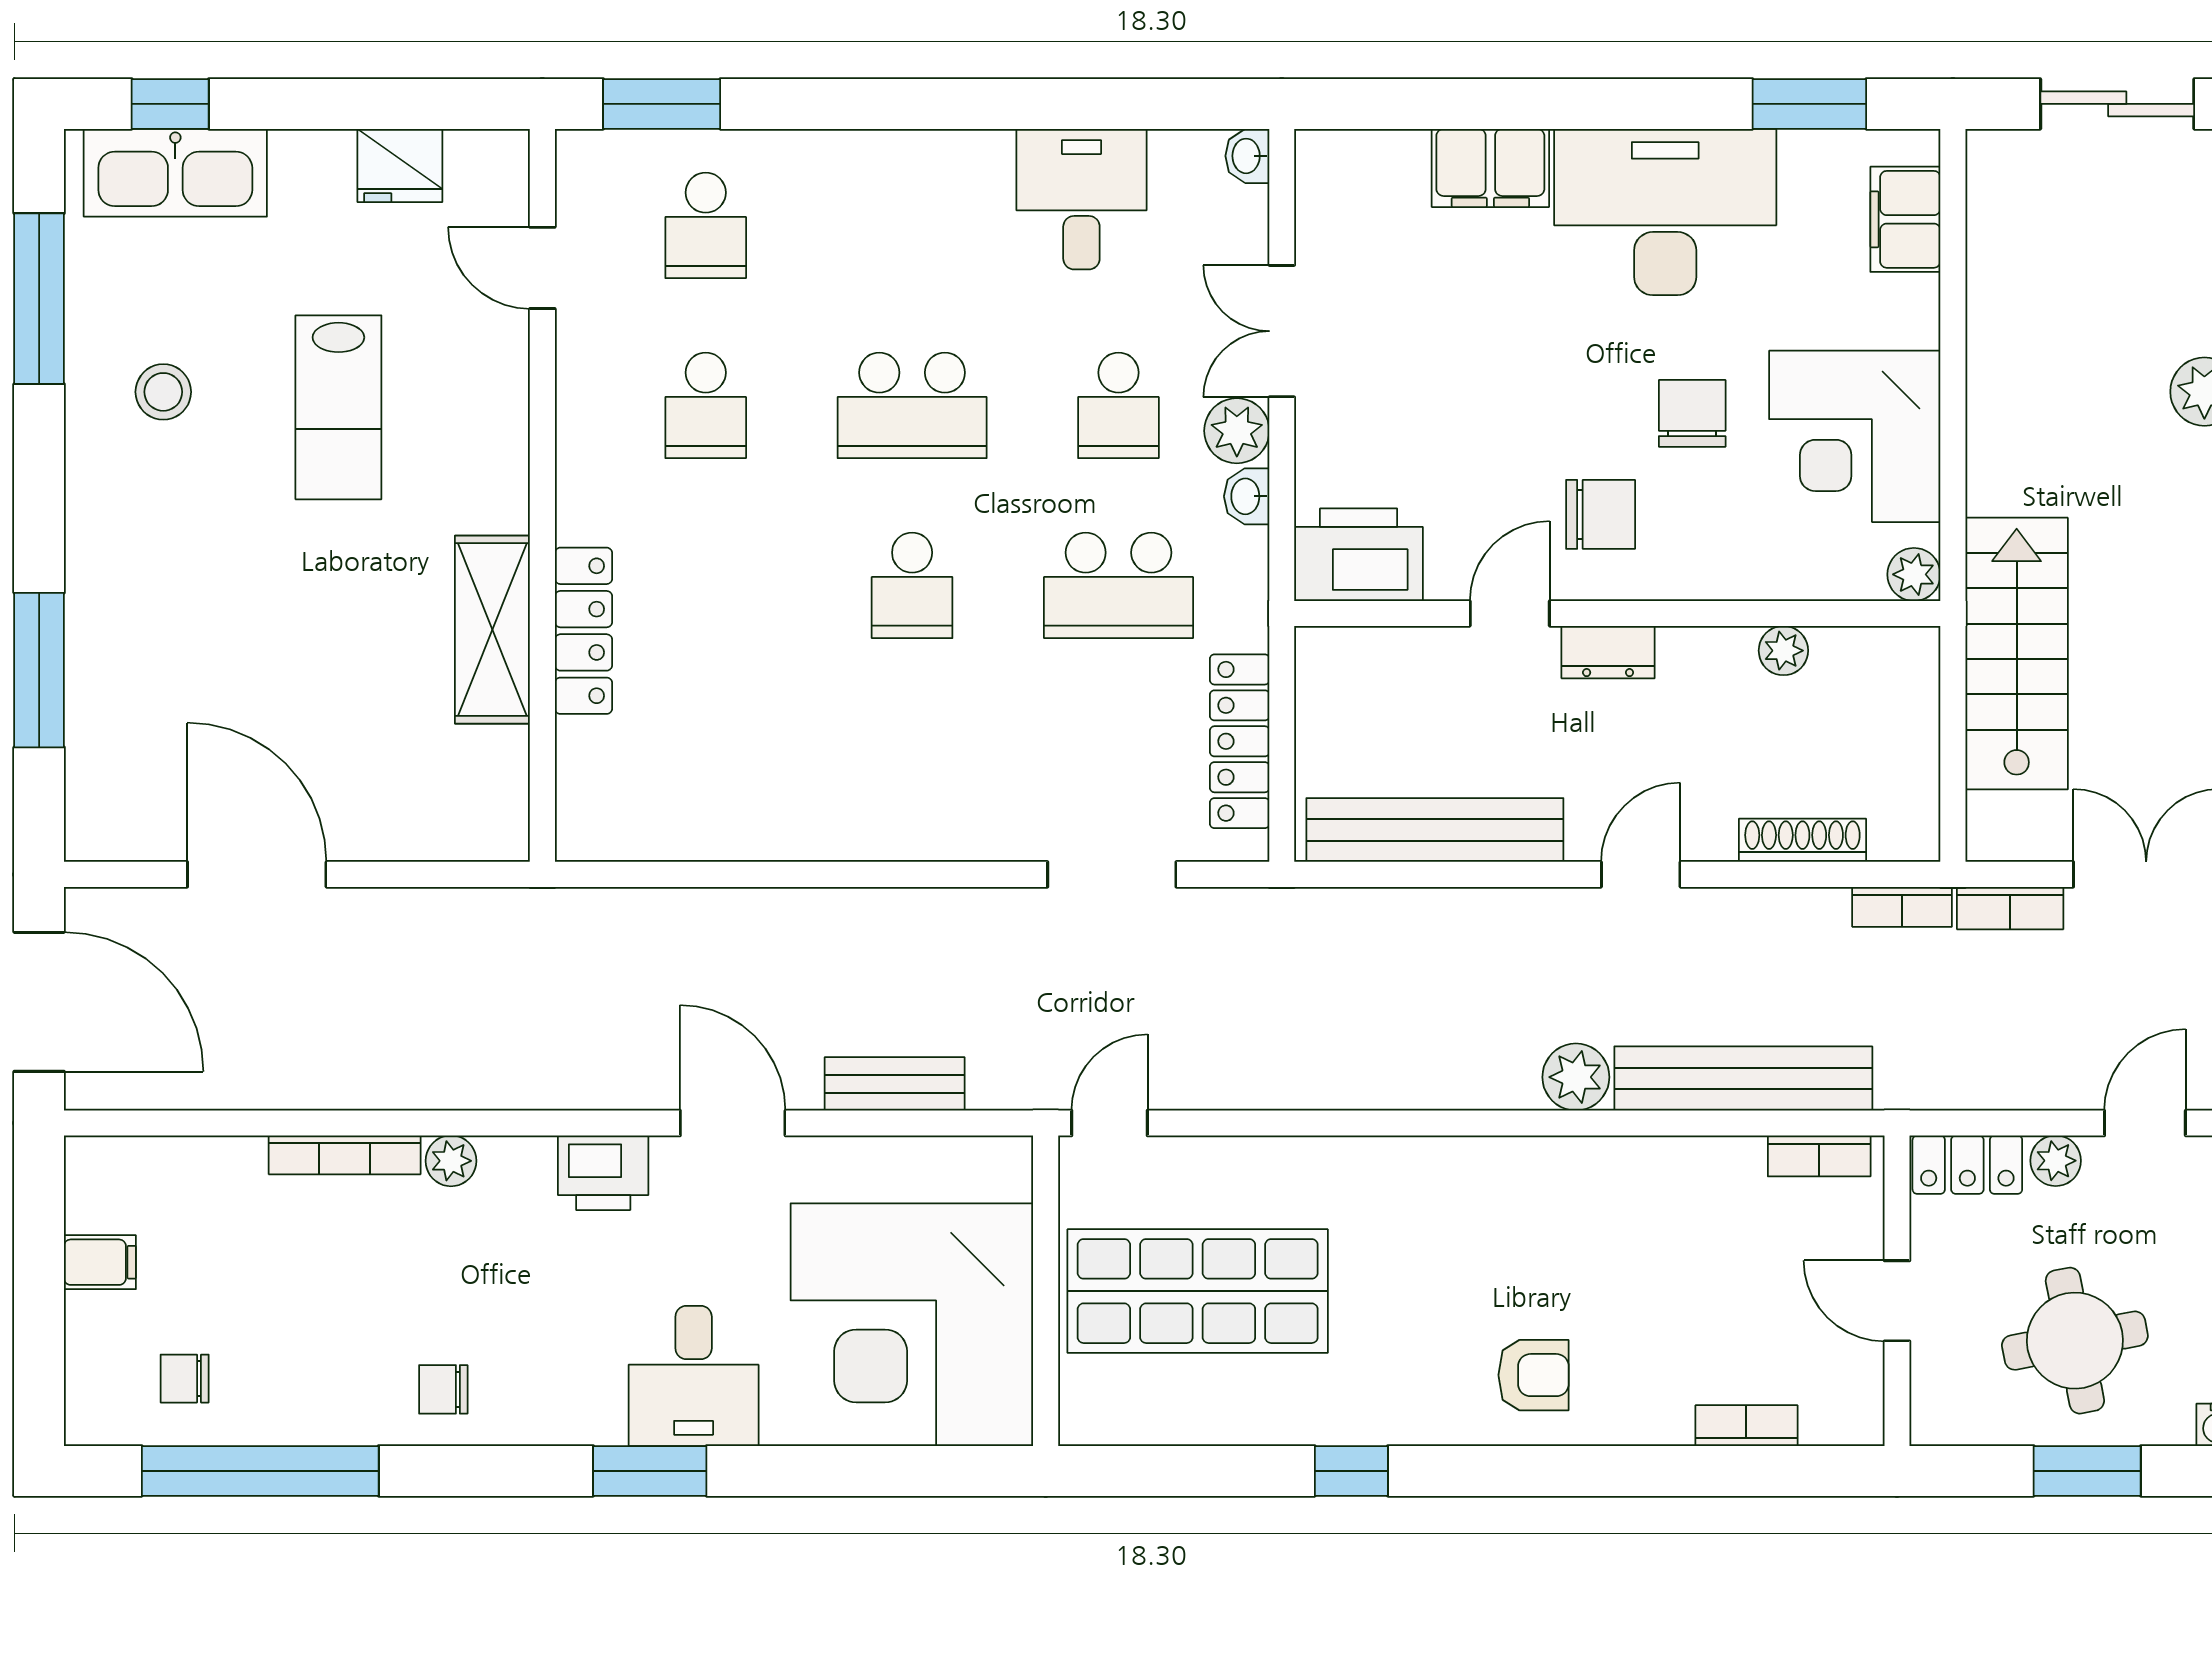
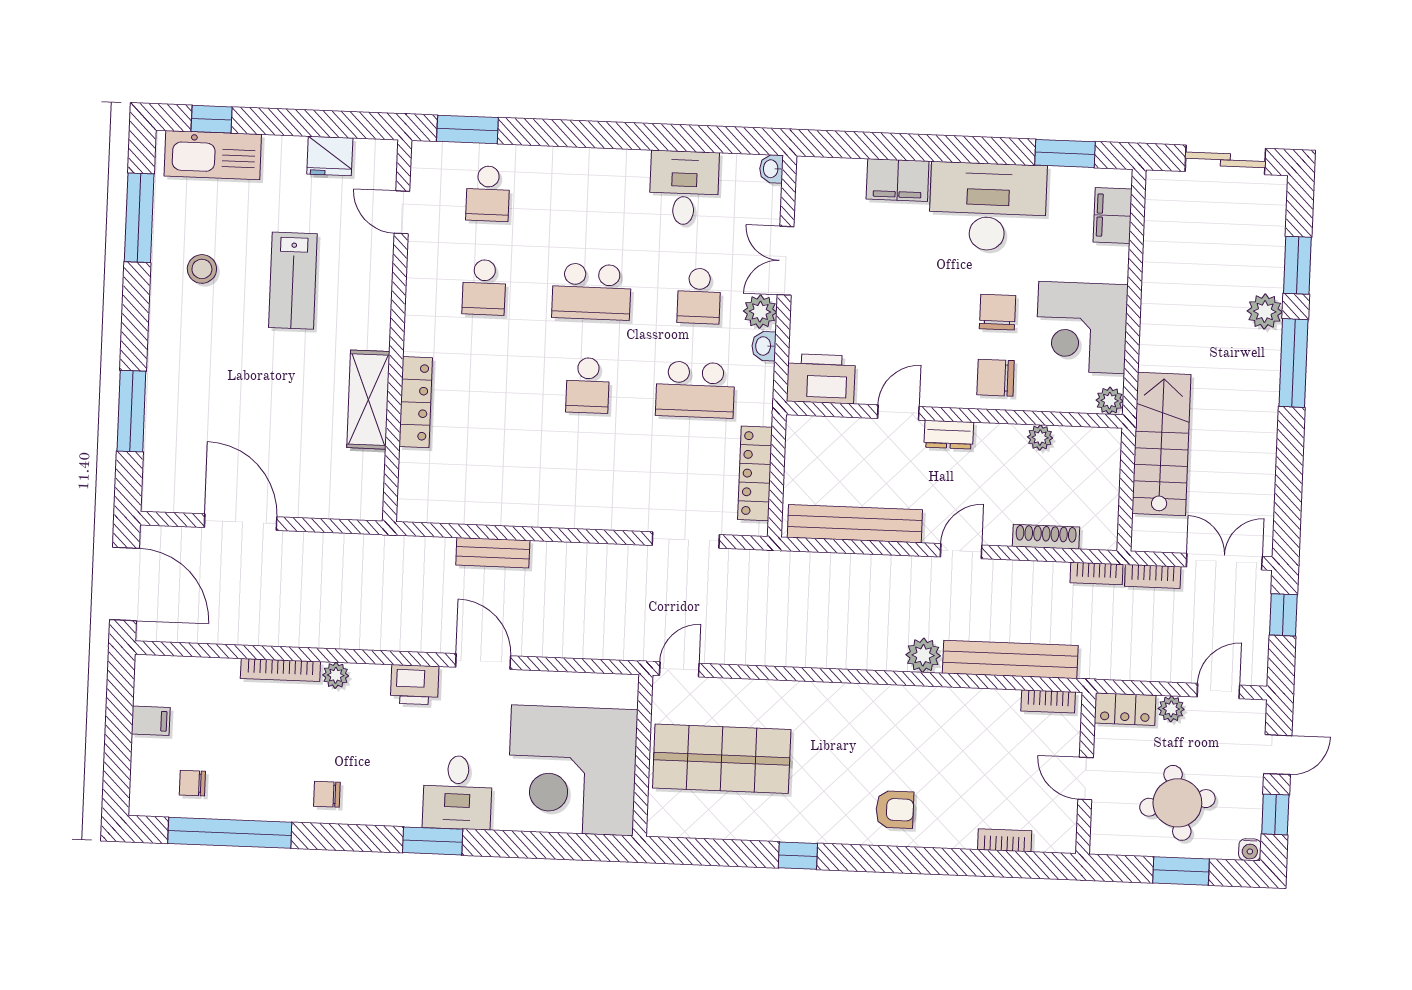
chair: (1601, 514) -> (996, 378), moved, turned 180
bench: (895, 1084) -> (493, 553), moved

